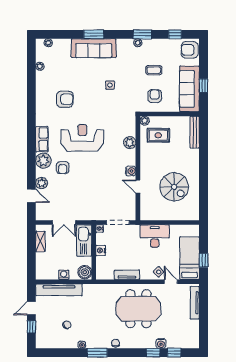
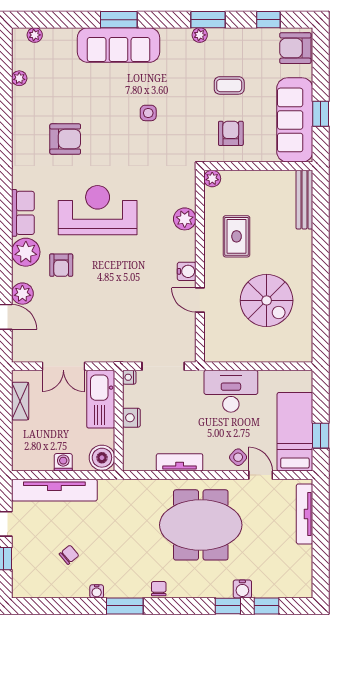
rug: (158, 135) -> (237, 236), moved, turned 90

